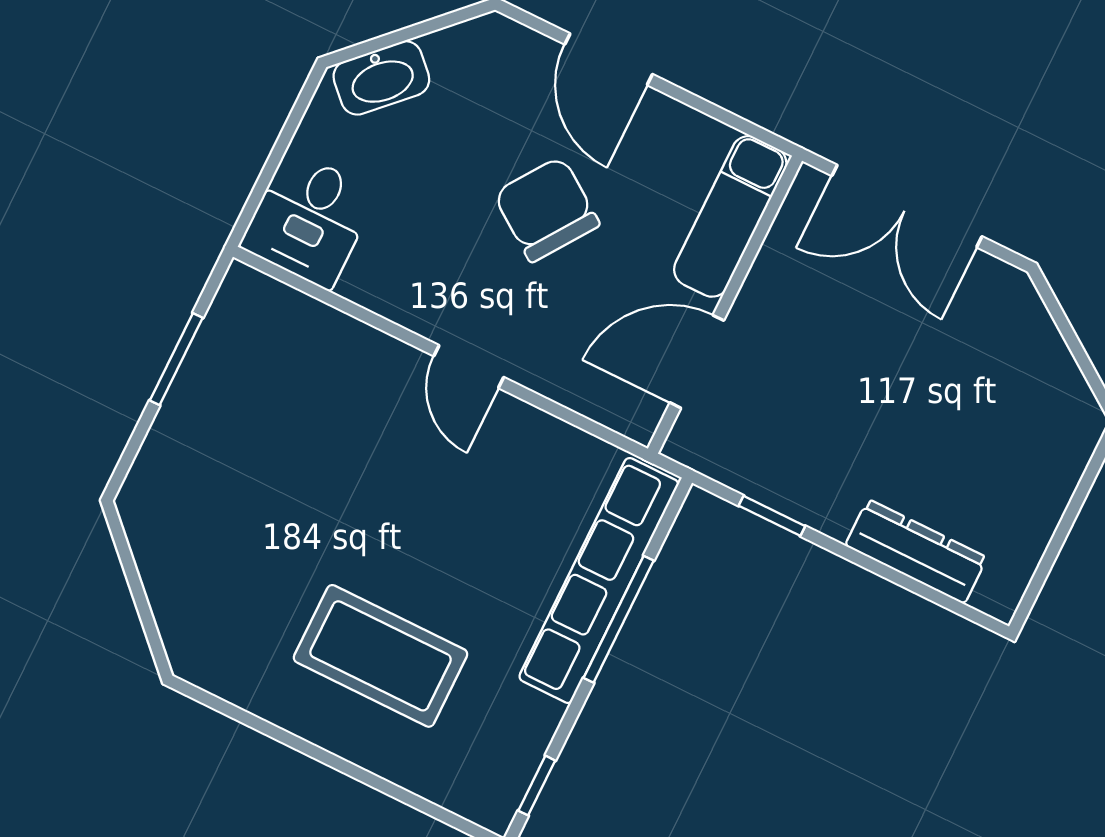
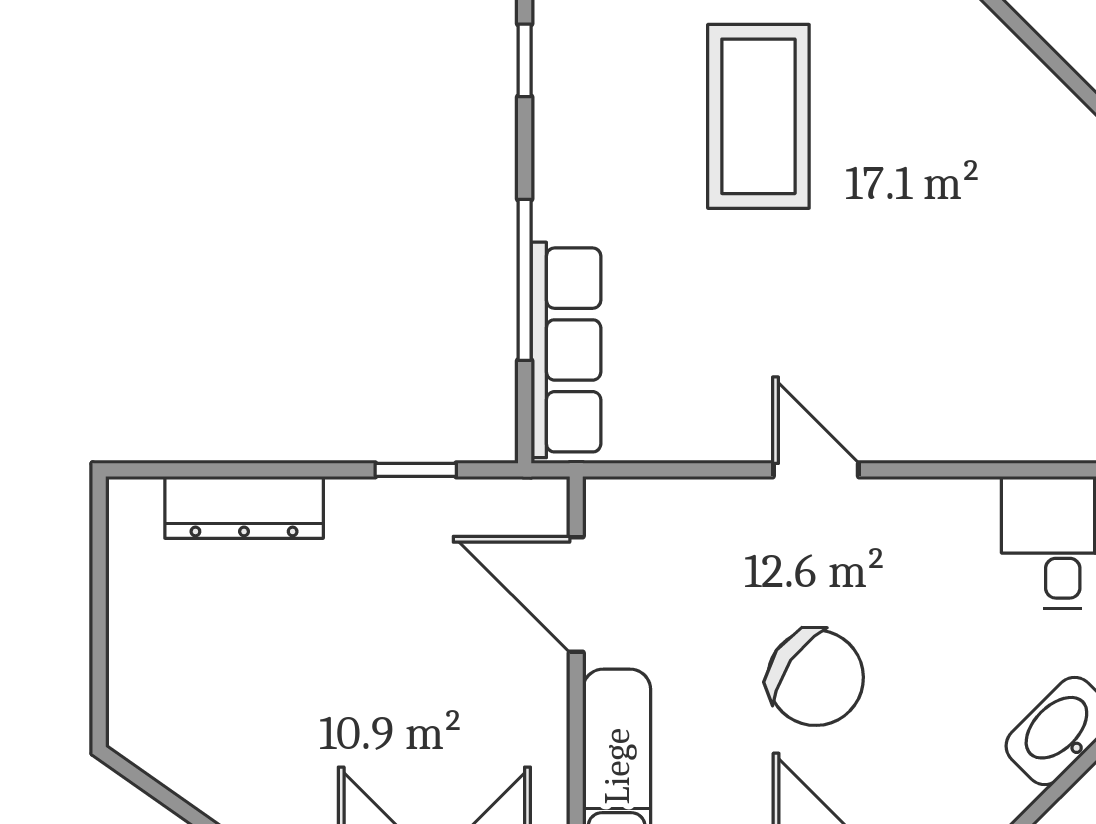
door: (697, 362) -> (576, 595), swing flipped
row of seats: (599, 580) -> (566, 350), width x0.73
coffee table: (381, 656) -> (758, 116), turned 90

